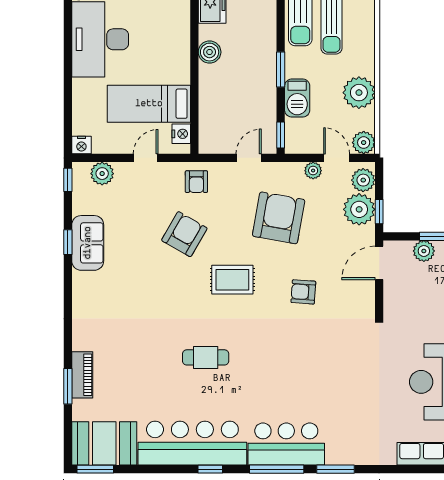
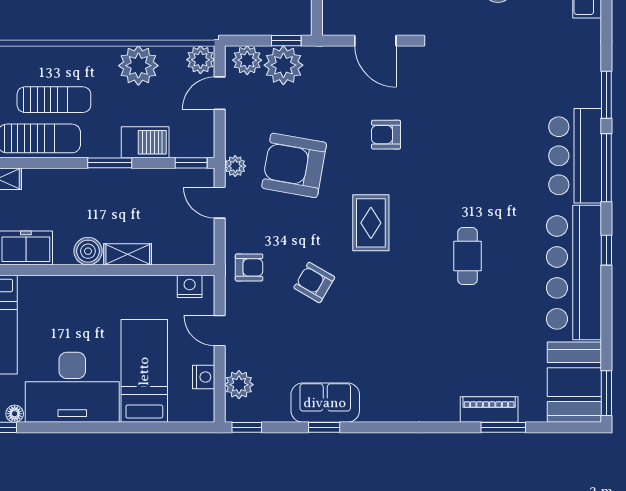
shelving: (207, 84) -> (128, 254), added
bed: (149, 104) -> (144, 371), moved, turned 180
nightstand: (81, 145) -> (204, 377), moved
plant: (313, 171) -> (235, 166), moved
armchair: (184, 234) -> (314, 282), width x0.72, depth x0.72
door: (379, 263) -> (375, 41), moved
armchair: (303, 292) -> (386, 135), turned 86

